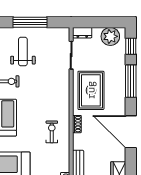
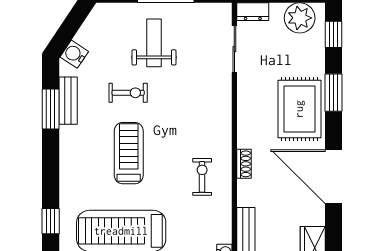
window: (131, 81) -> (334, 93), width x0.69
rug: (91, 90) -> (299, 109), moved

